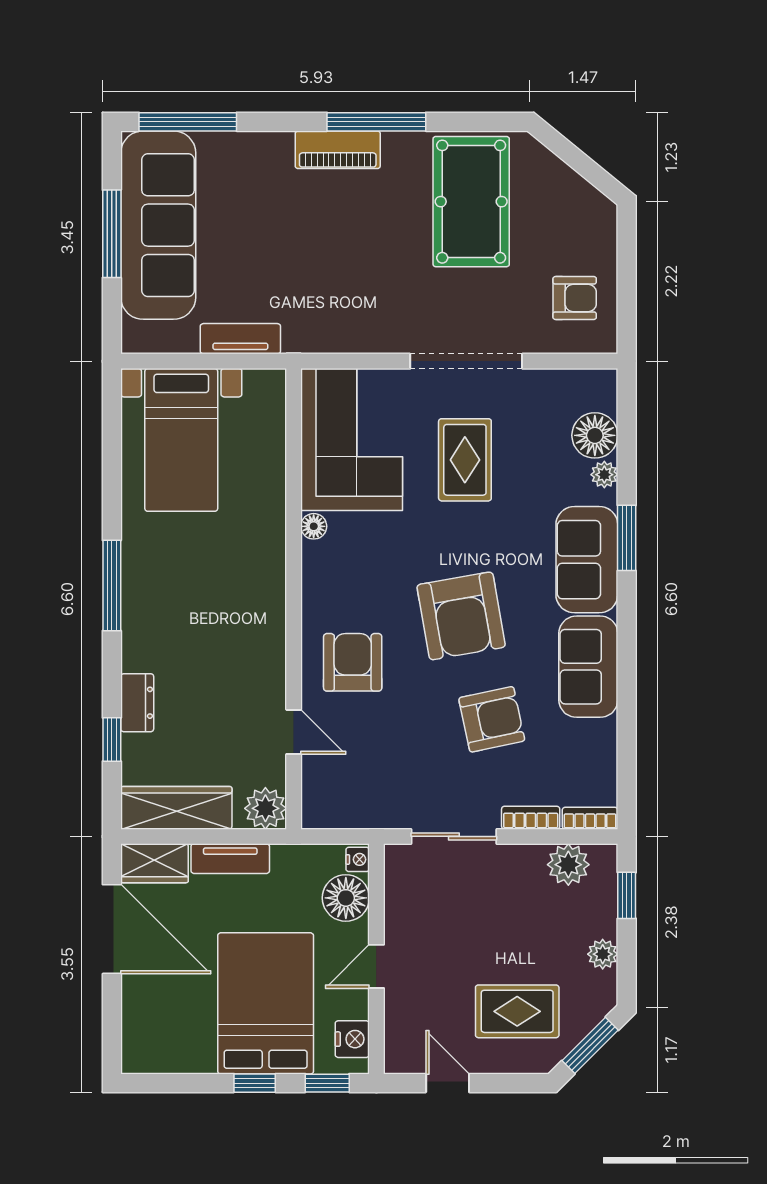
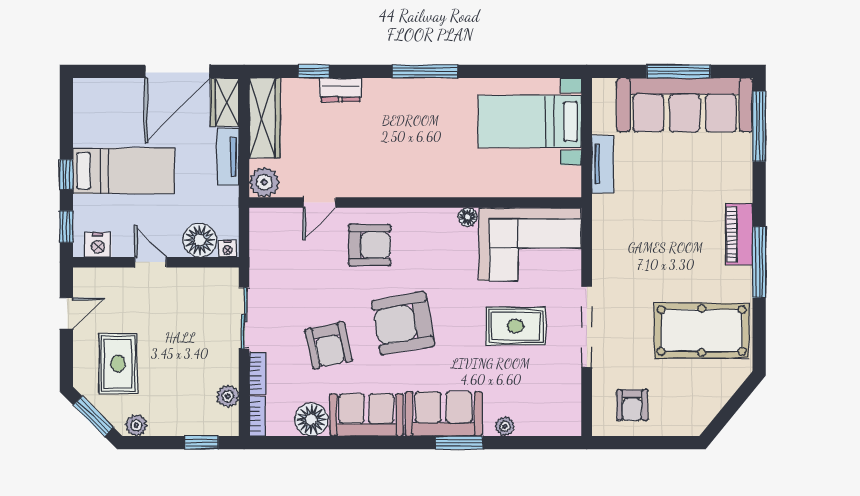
floor lamp: (595, 435) -> (311, 420), moved
plant: (568, 865) -> (228, 396), width x0.73, depth x0.73
plant: (603, 954) -> (136, 425), moved
bed: (266, 1003) -> (124, 171), width x0.67

